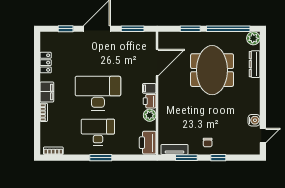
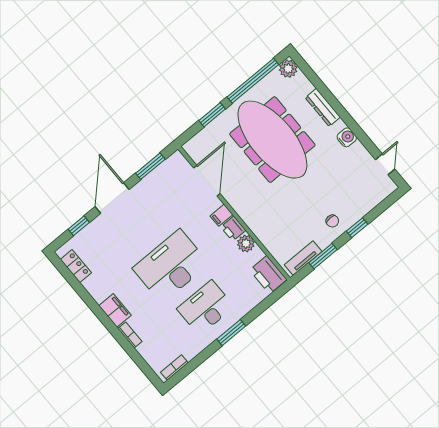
locker: (46, 63) -> (76, 266), moved
dresser: (255, 64) -> (323, 107), moved
meeting table: (212, 70) -> (272, 140), width x1.36
water cooler: (254, 120) -> (347, 137), moved

